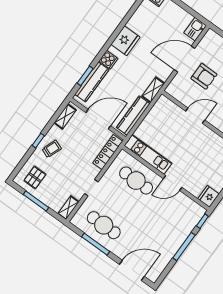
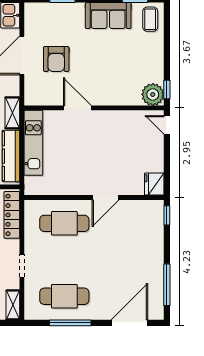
armchair: (204, 76) -> (56, 59), turned 90
door: (195, 116) -> (77, 108), hinge flipped
kitchen unit: (148, 154) -> (33, 143), moved, turned 90
window: (184, 247) -> (167, 285), moved

